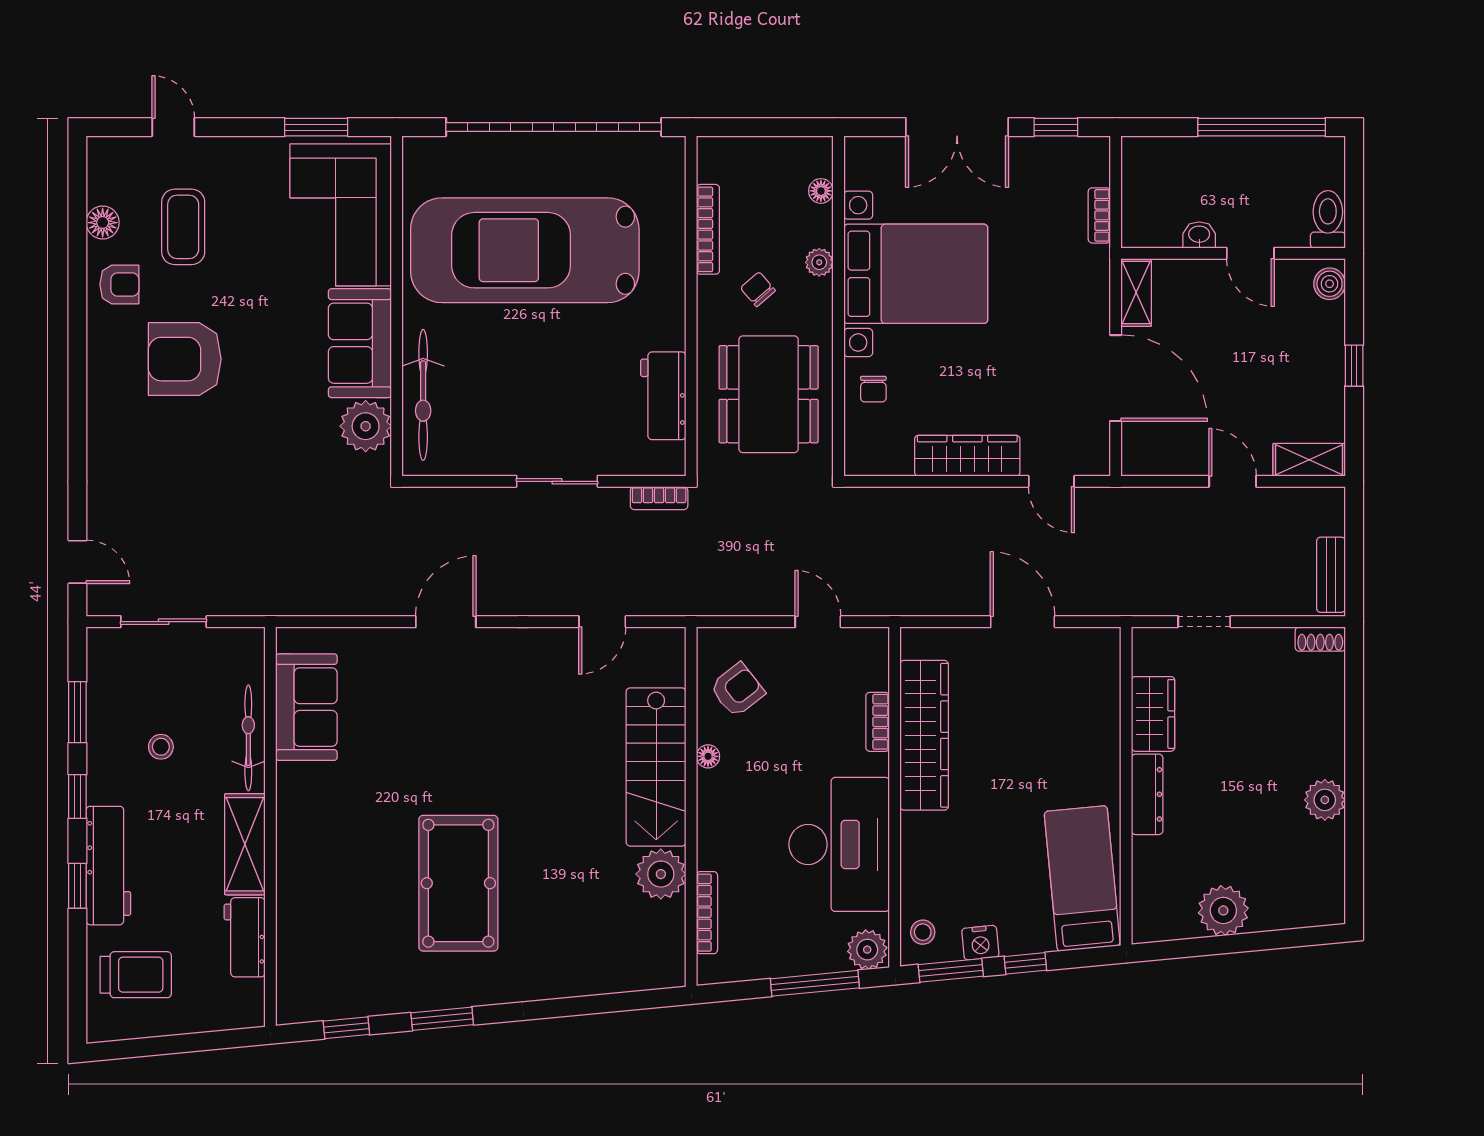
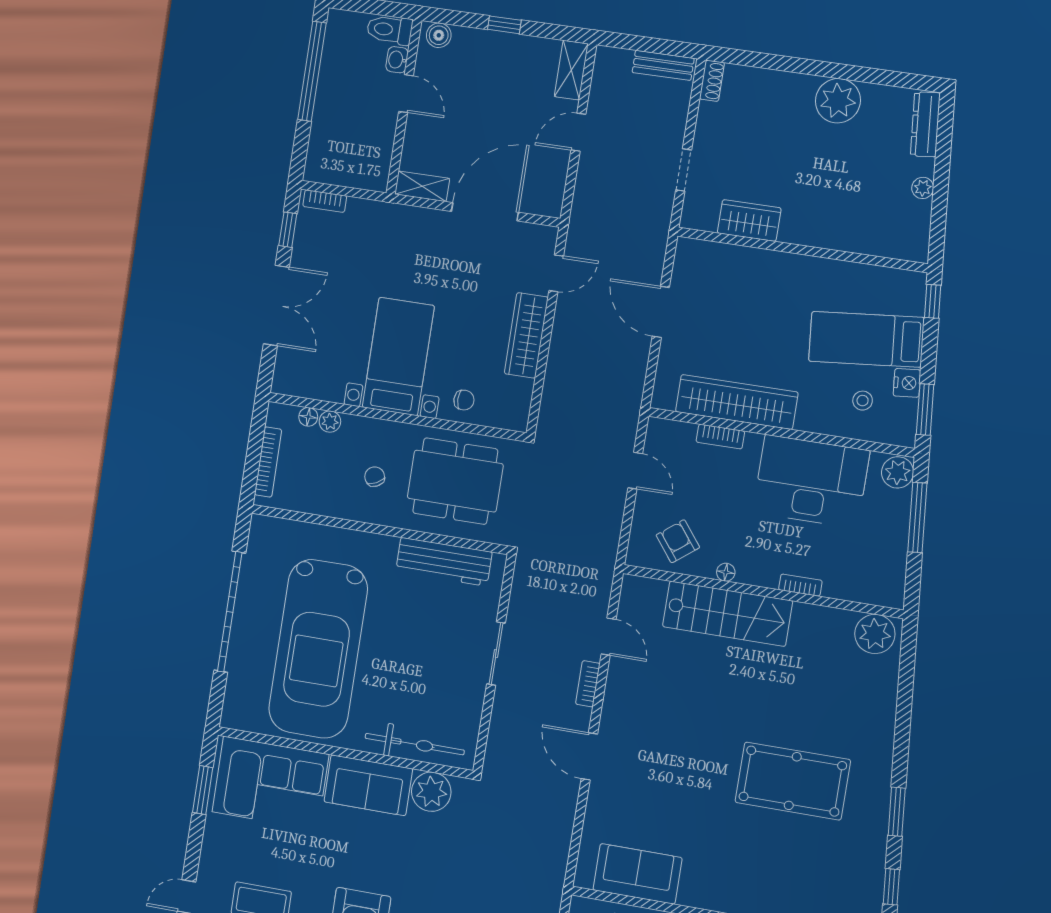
garage door: (554, 127) -> (230, 612), width x0.73
bookcase: (1099, 215) -> (325, 201), moved
bookcase: (708, 229) -> (268, 462), moved, turned 90
washbasin: (1199, 235) -> (397, 60), moved
door: (1250, 253) -> (406, 94), hinge flipped
plant: (819, 262) -> (330, 422), moved
bed with nightstands: (916, 274) -> (398, 357), width x0.73
chair: (758, 289) -> (375, 477), turned 104
workbench: (663, 396) -> (444, 562), width x1.38
bookcase: (659, 498) -> (588, 684), moved, turned 180
door: (818, 622) -> (635, 471), swing flipped
door: (1023, 622) -> (661, 312), hinge flipped
dresser: (1147, 794) -> (925, 124), moved, turned -95
plant: (1325, 800) -> (838, 101), width x1.36, depth x1.36
plant: (661, 874) -> (875, 634), moved
bed: (1082, 879) -> (866, 339), moved
plant: (1223, 910) -> (923, 188), width x0.53, depth x0.53
bookcase: (707, 913) -> (800, 585), moved, width x0.64
stool: (923, 932) -> (863, 401), moved
window: (1025, 963) -> (933, 301), moved

